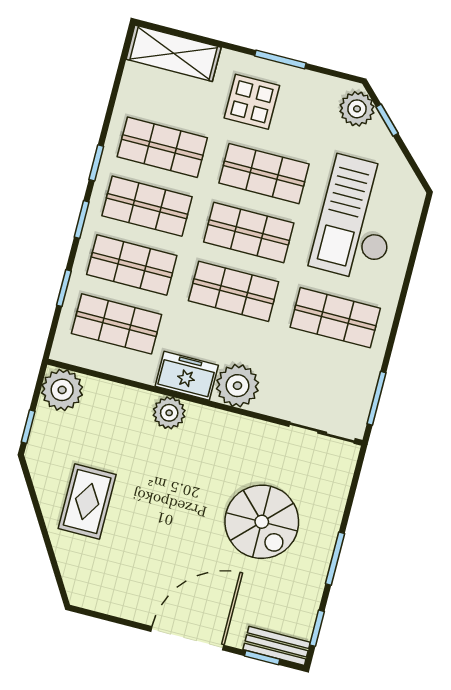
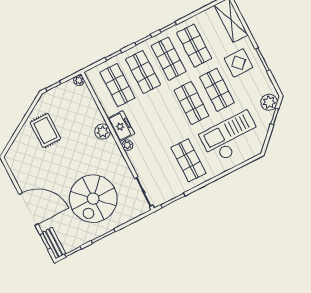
shop shelf: (234, 291) -> (166, 116), removed
plant: (237, 386) -> (127, 145), width x0.53, depth x0.53
plant: (62, 390) -> (79, 80), width x0.53, depth x0.53
rug: (87, 501) -> (45, 131), turned 90
spiral stairs: (262, 522) -> (93, 199), width x1.37, depth x1.37

